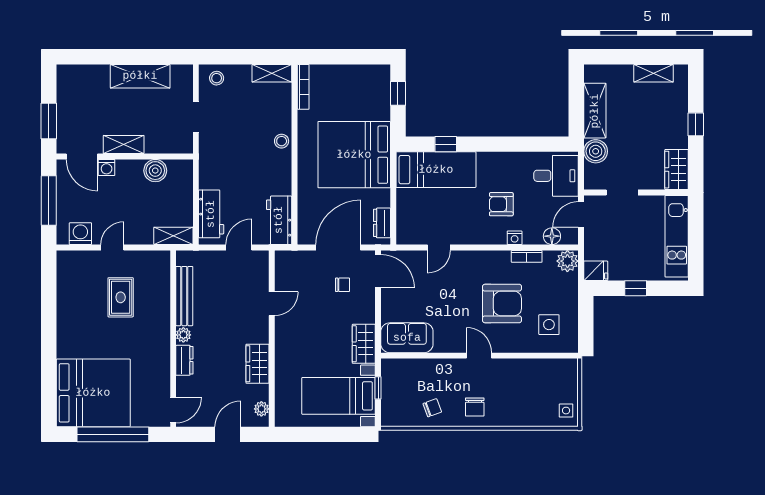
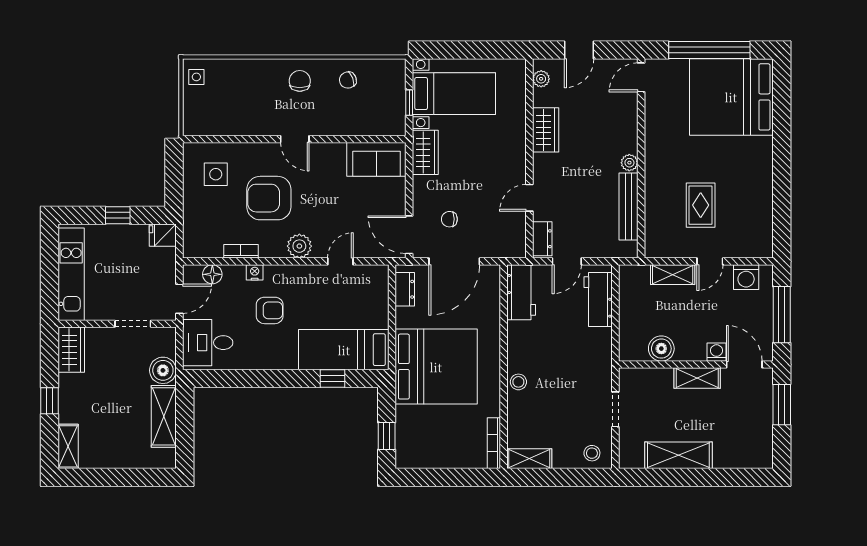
shelving: (654, 73) -> (68, 446), moved, turned 90
shelving: (173, 236) -> (673, 275), moved
plant: (567, 261) -> (299, 246), moved
dresser: (184, 360) -> (542, 239), moved, turned 180

